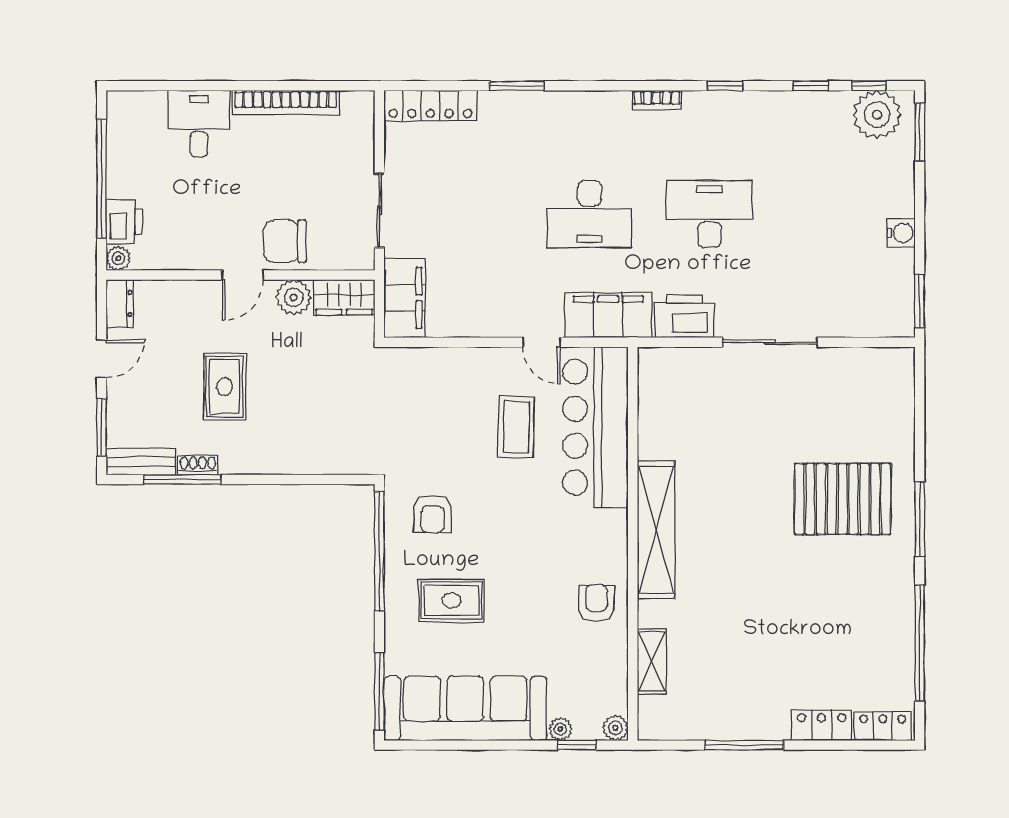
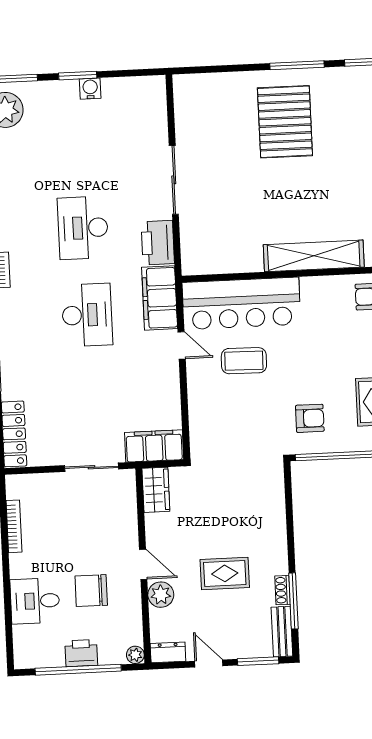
bookcase: (286, 102) -> (14, 526), width x0.68, depth x0.76
printer: (124, 222) -> (81, 653), moved
chair: (285, 241) -> (91, 591), moved, turned 90
plant: (294, 297) -> (161, 595), moved
window: (920, 301) -> (78, 76), moved
door: (541, 342) -> (182, 345), hinge flipped

